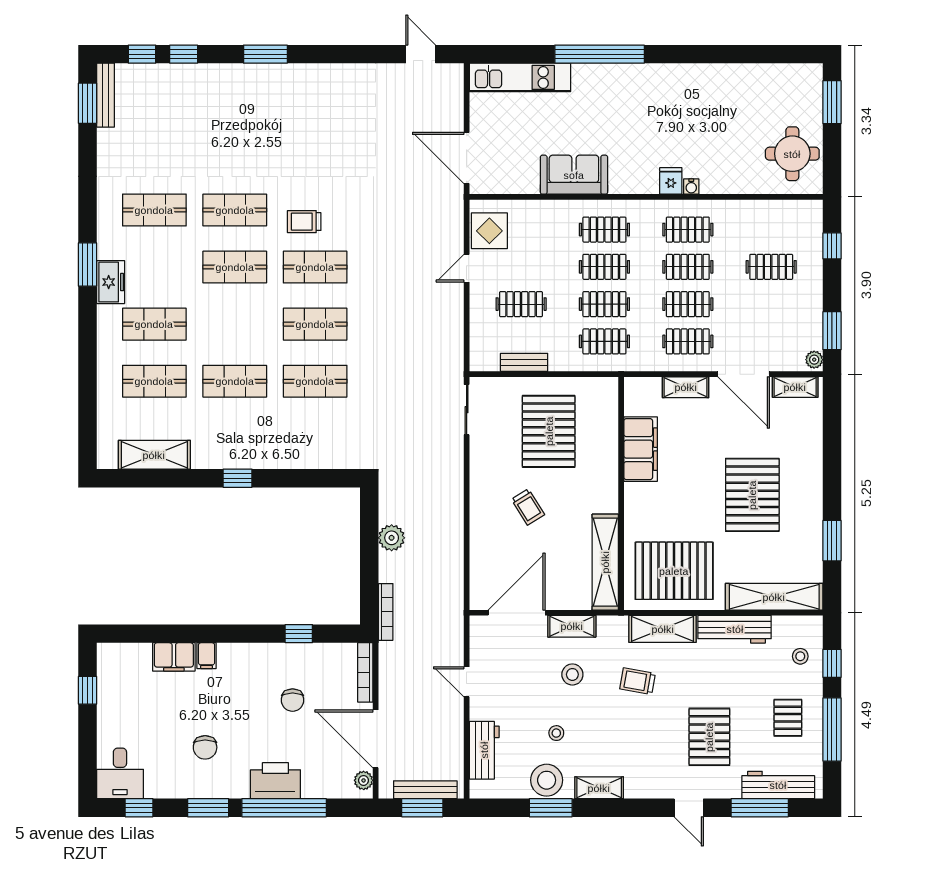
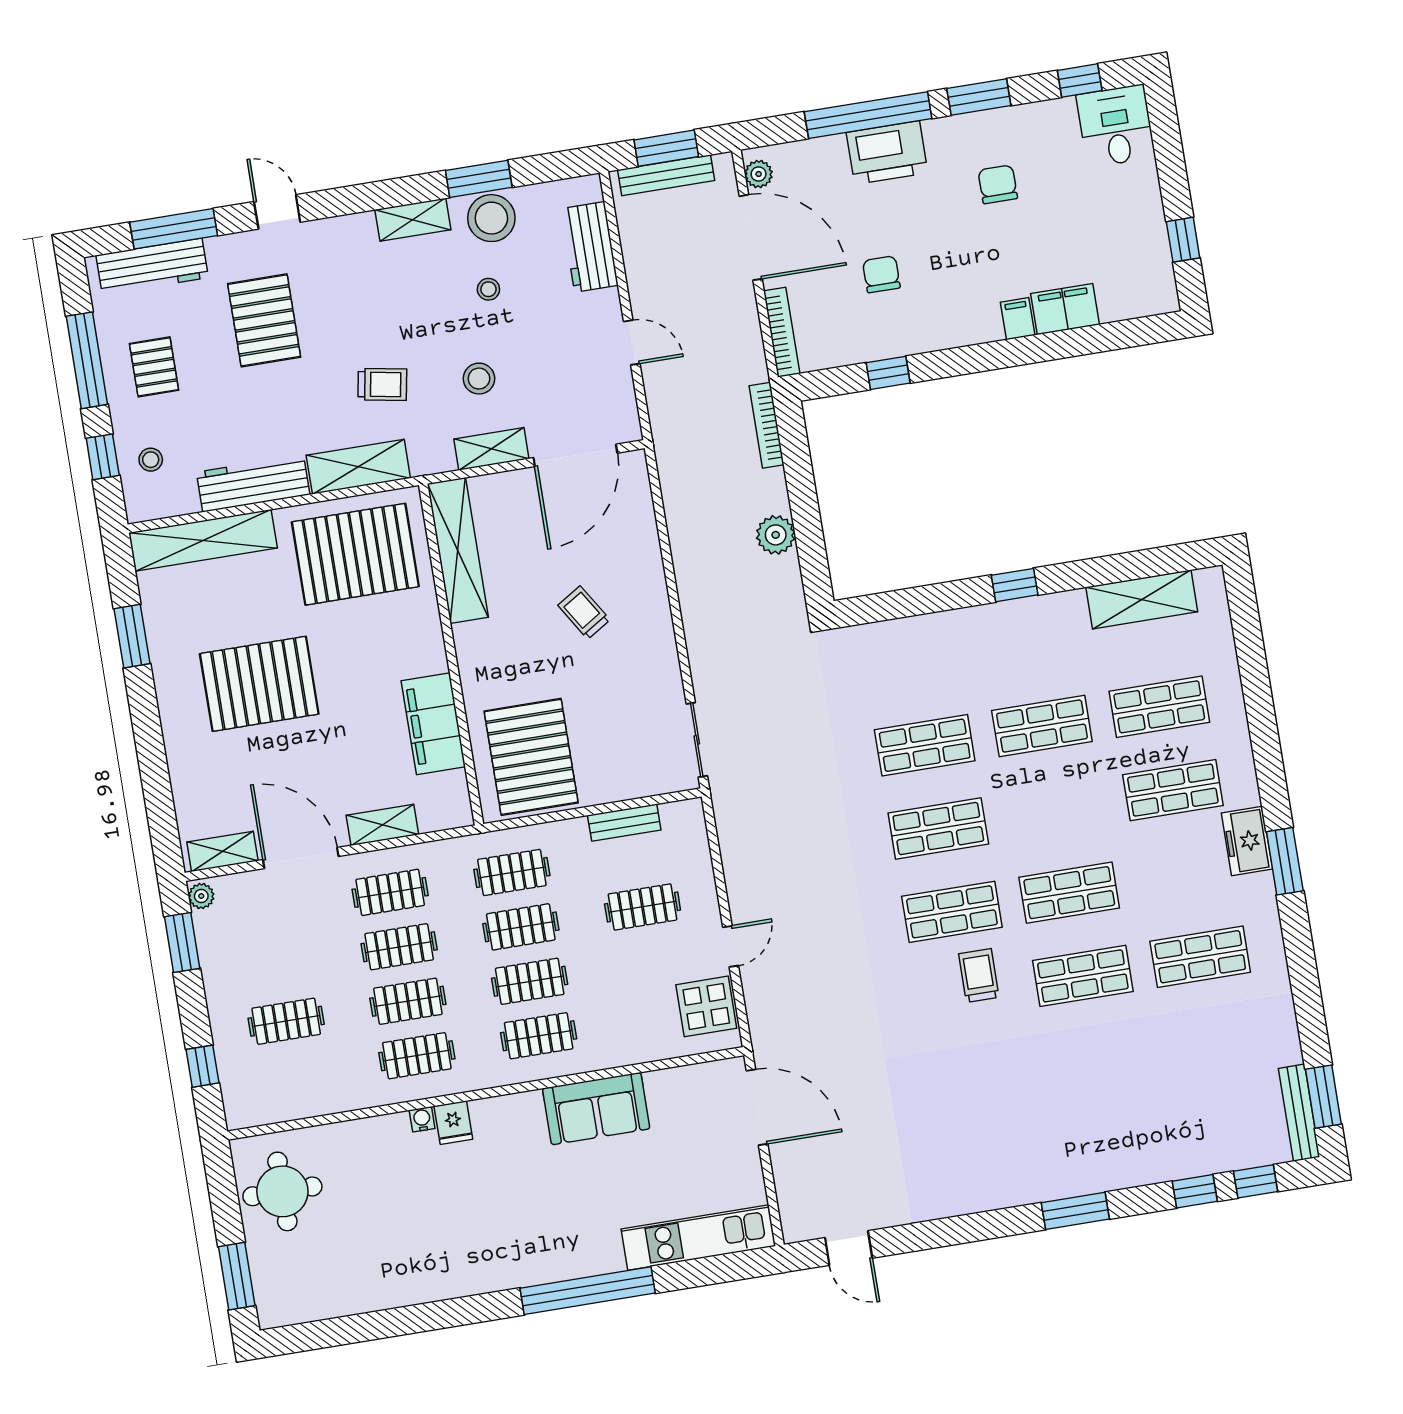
trolley: (304, 222) -> (979, 976), turned -90
pallet: (549, 431) -> (531, 757), moved
pallet: (752, 495) -> (259, 684), turned 90

